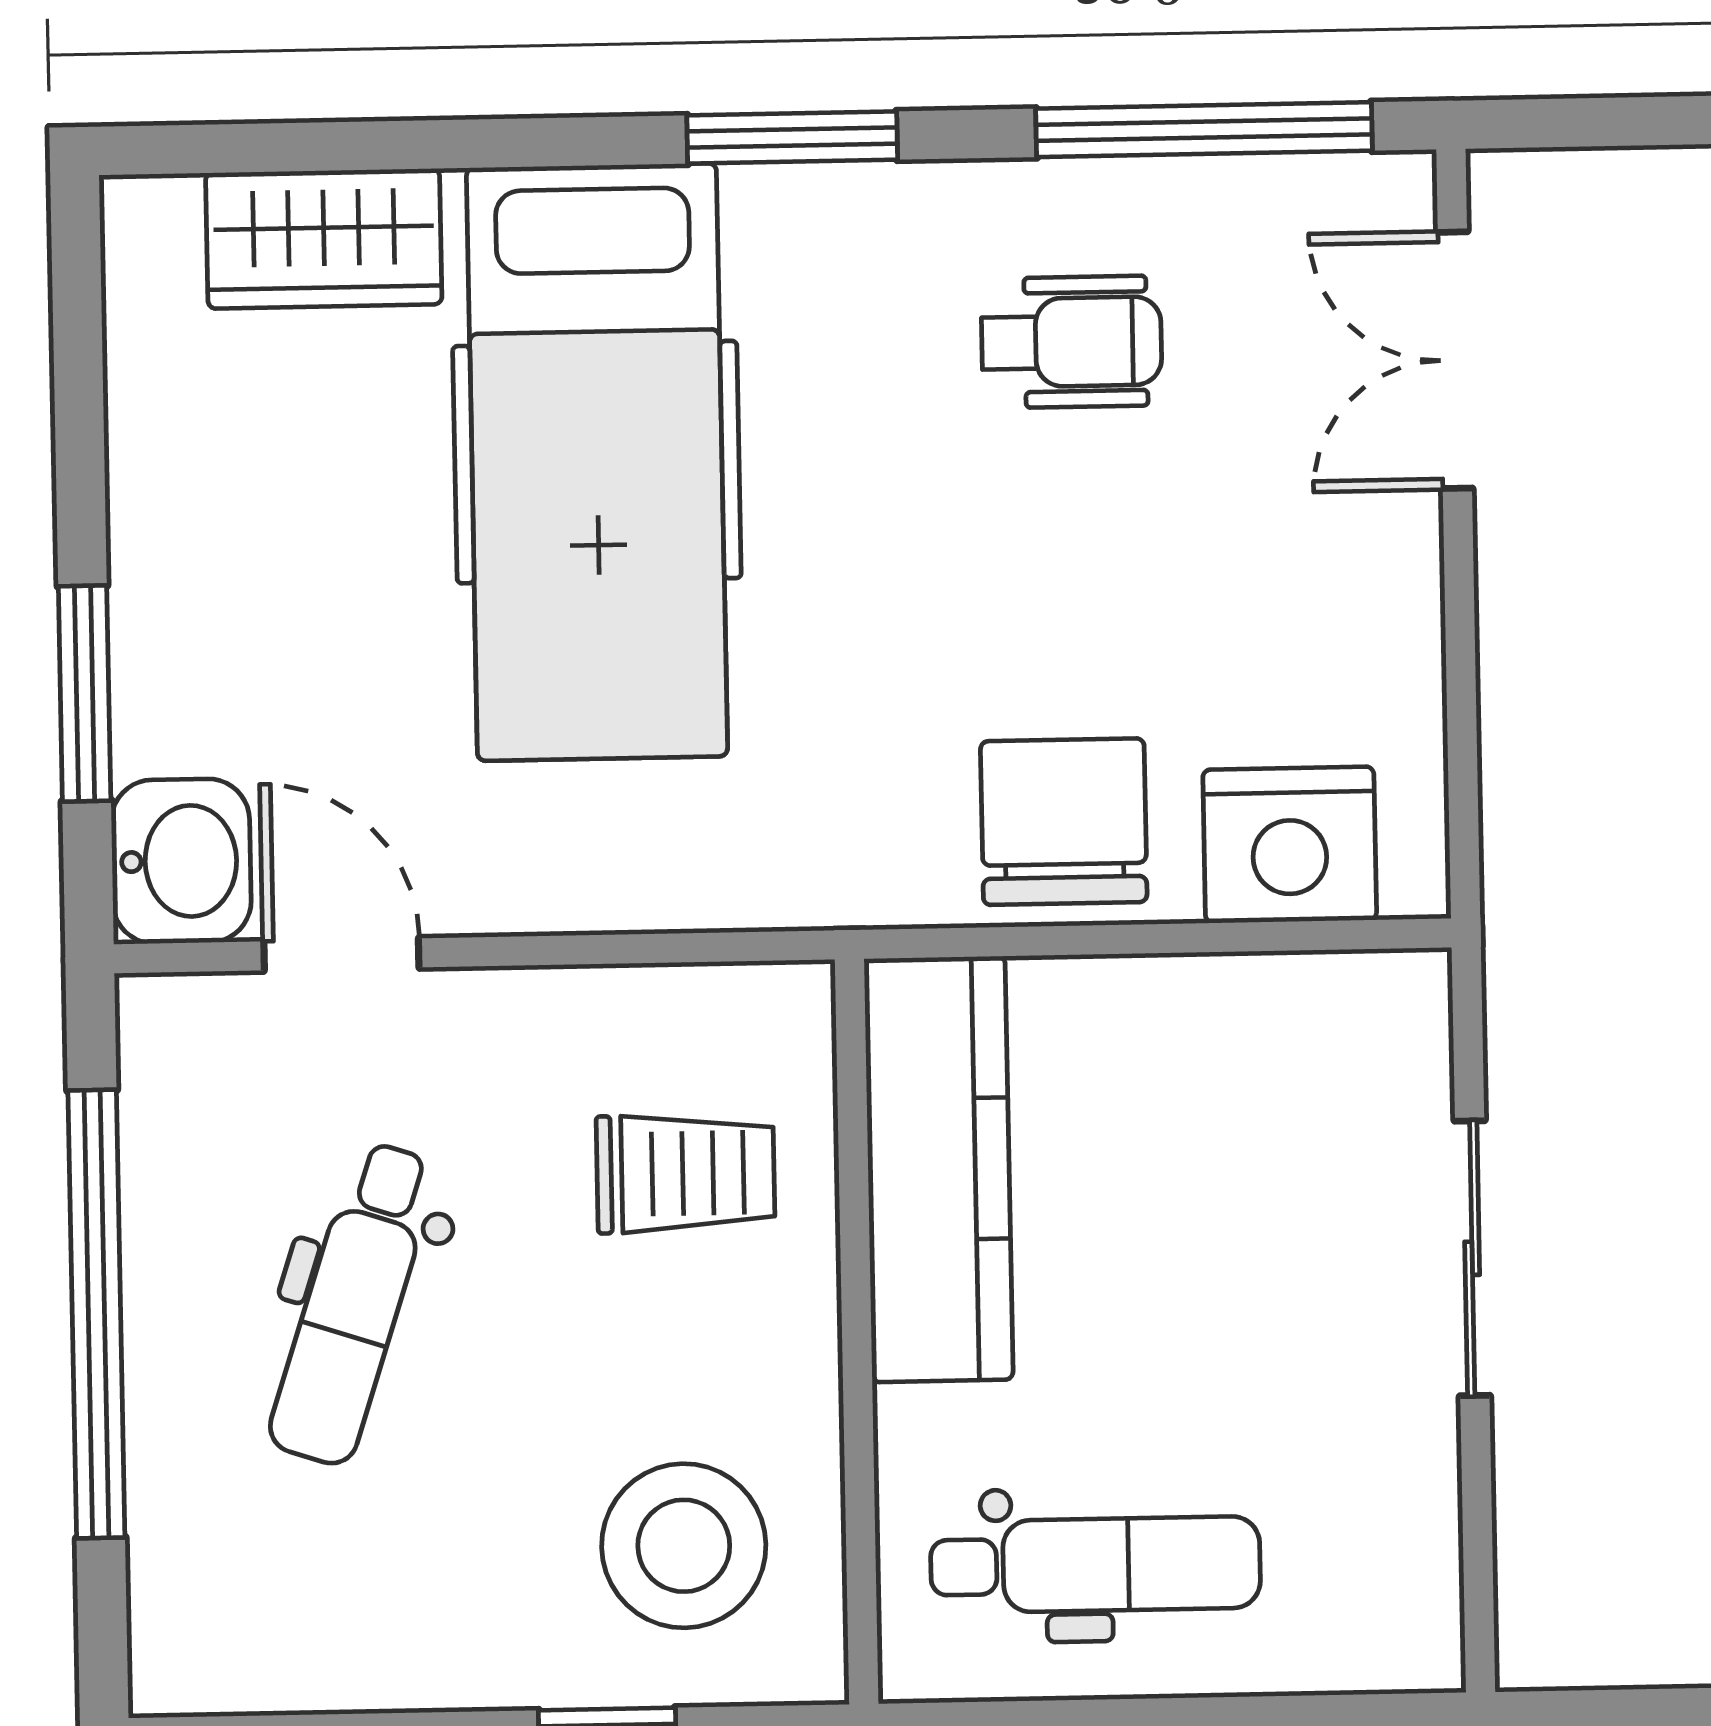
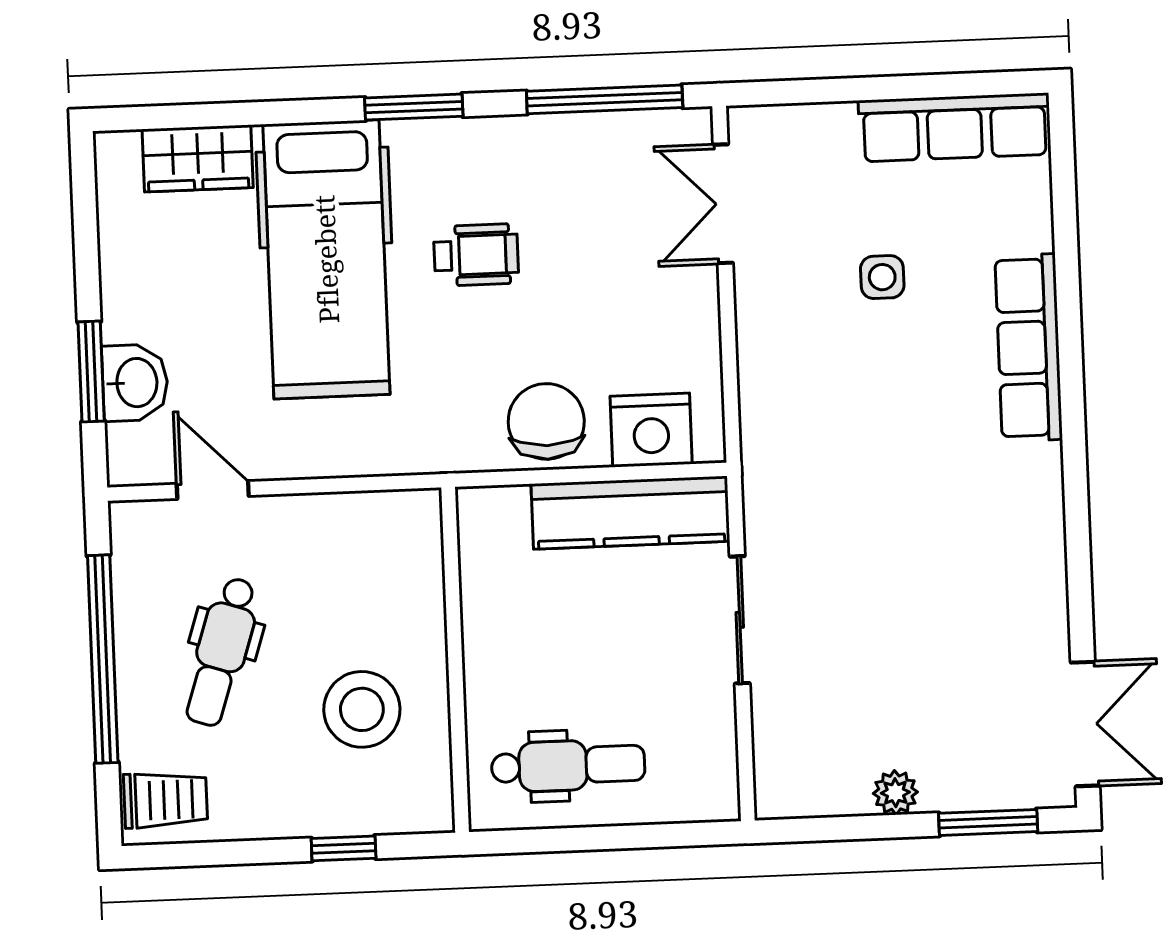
wheelchair: (1072, 342) -> (476, 255), moved
washbasin: (181, 861) -> (135, 383), moved
kitchen counter: (939, 1169) -> (630, 513), moved, turned 90
trolley: (686, 1173) -> (165, 800), moved
stool: (684, 1546) -> (362, 709), moved

